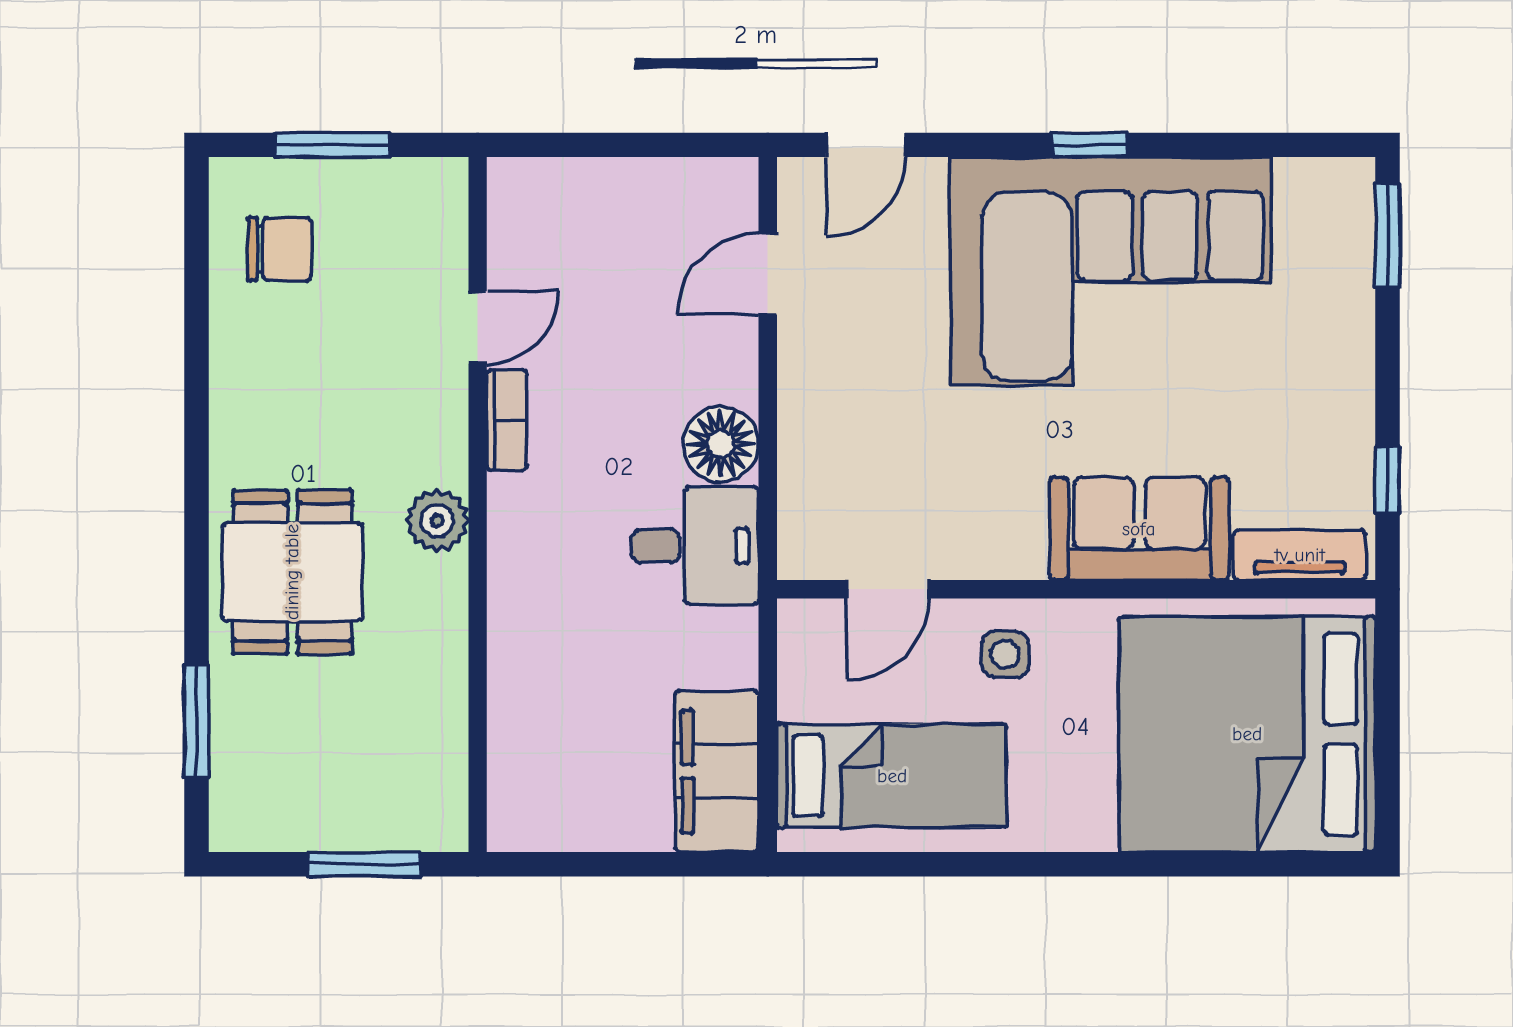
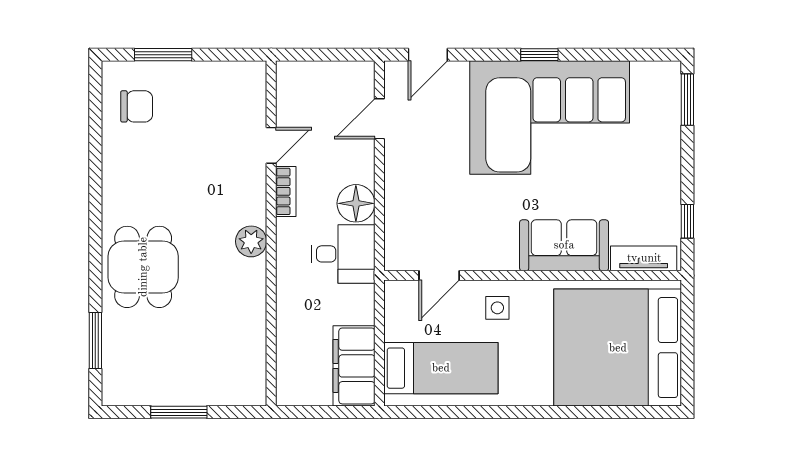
door: (478, 328) -> (271, 145), moved
bookcase: (507, 420) -> (286, 191), moved
wall: (478, 505) -> (271, 233), moved
plant: (437, 521) -> (251, 241), moved

